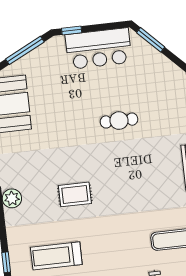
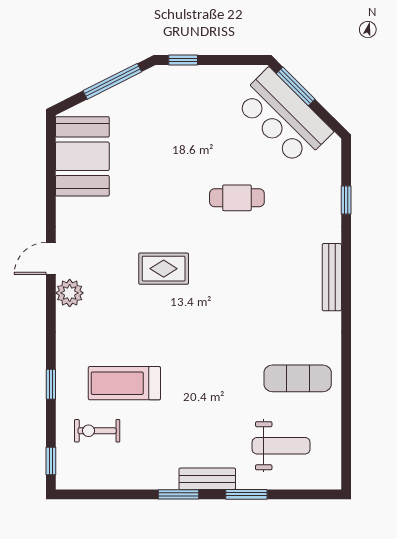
bar counter: (99, 49) -> (283, 117), moved, turned 45
rug: (75, 194) -> (164, 269), moved

